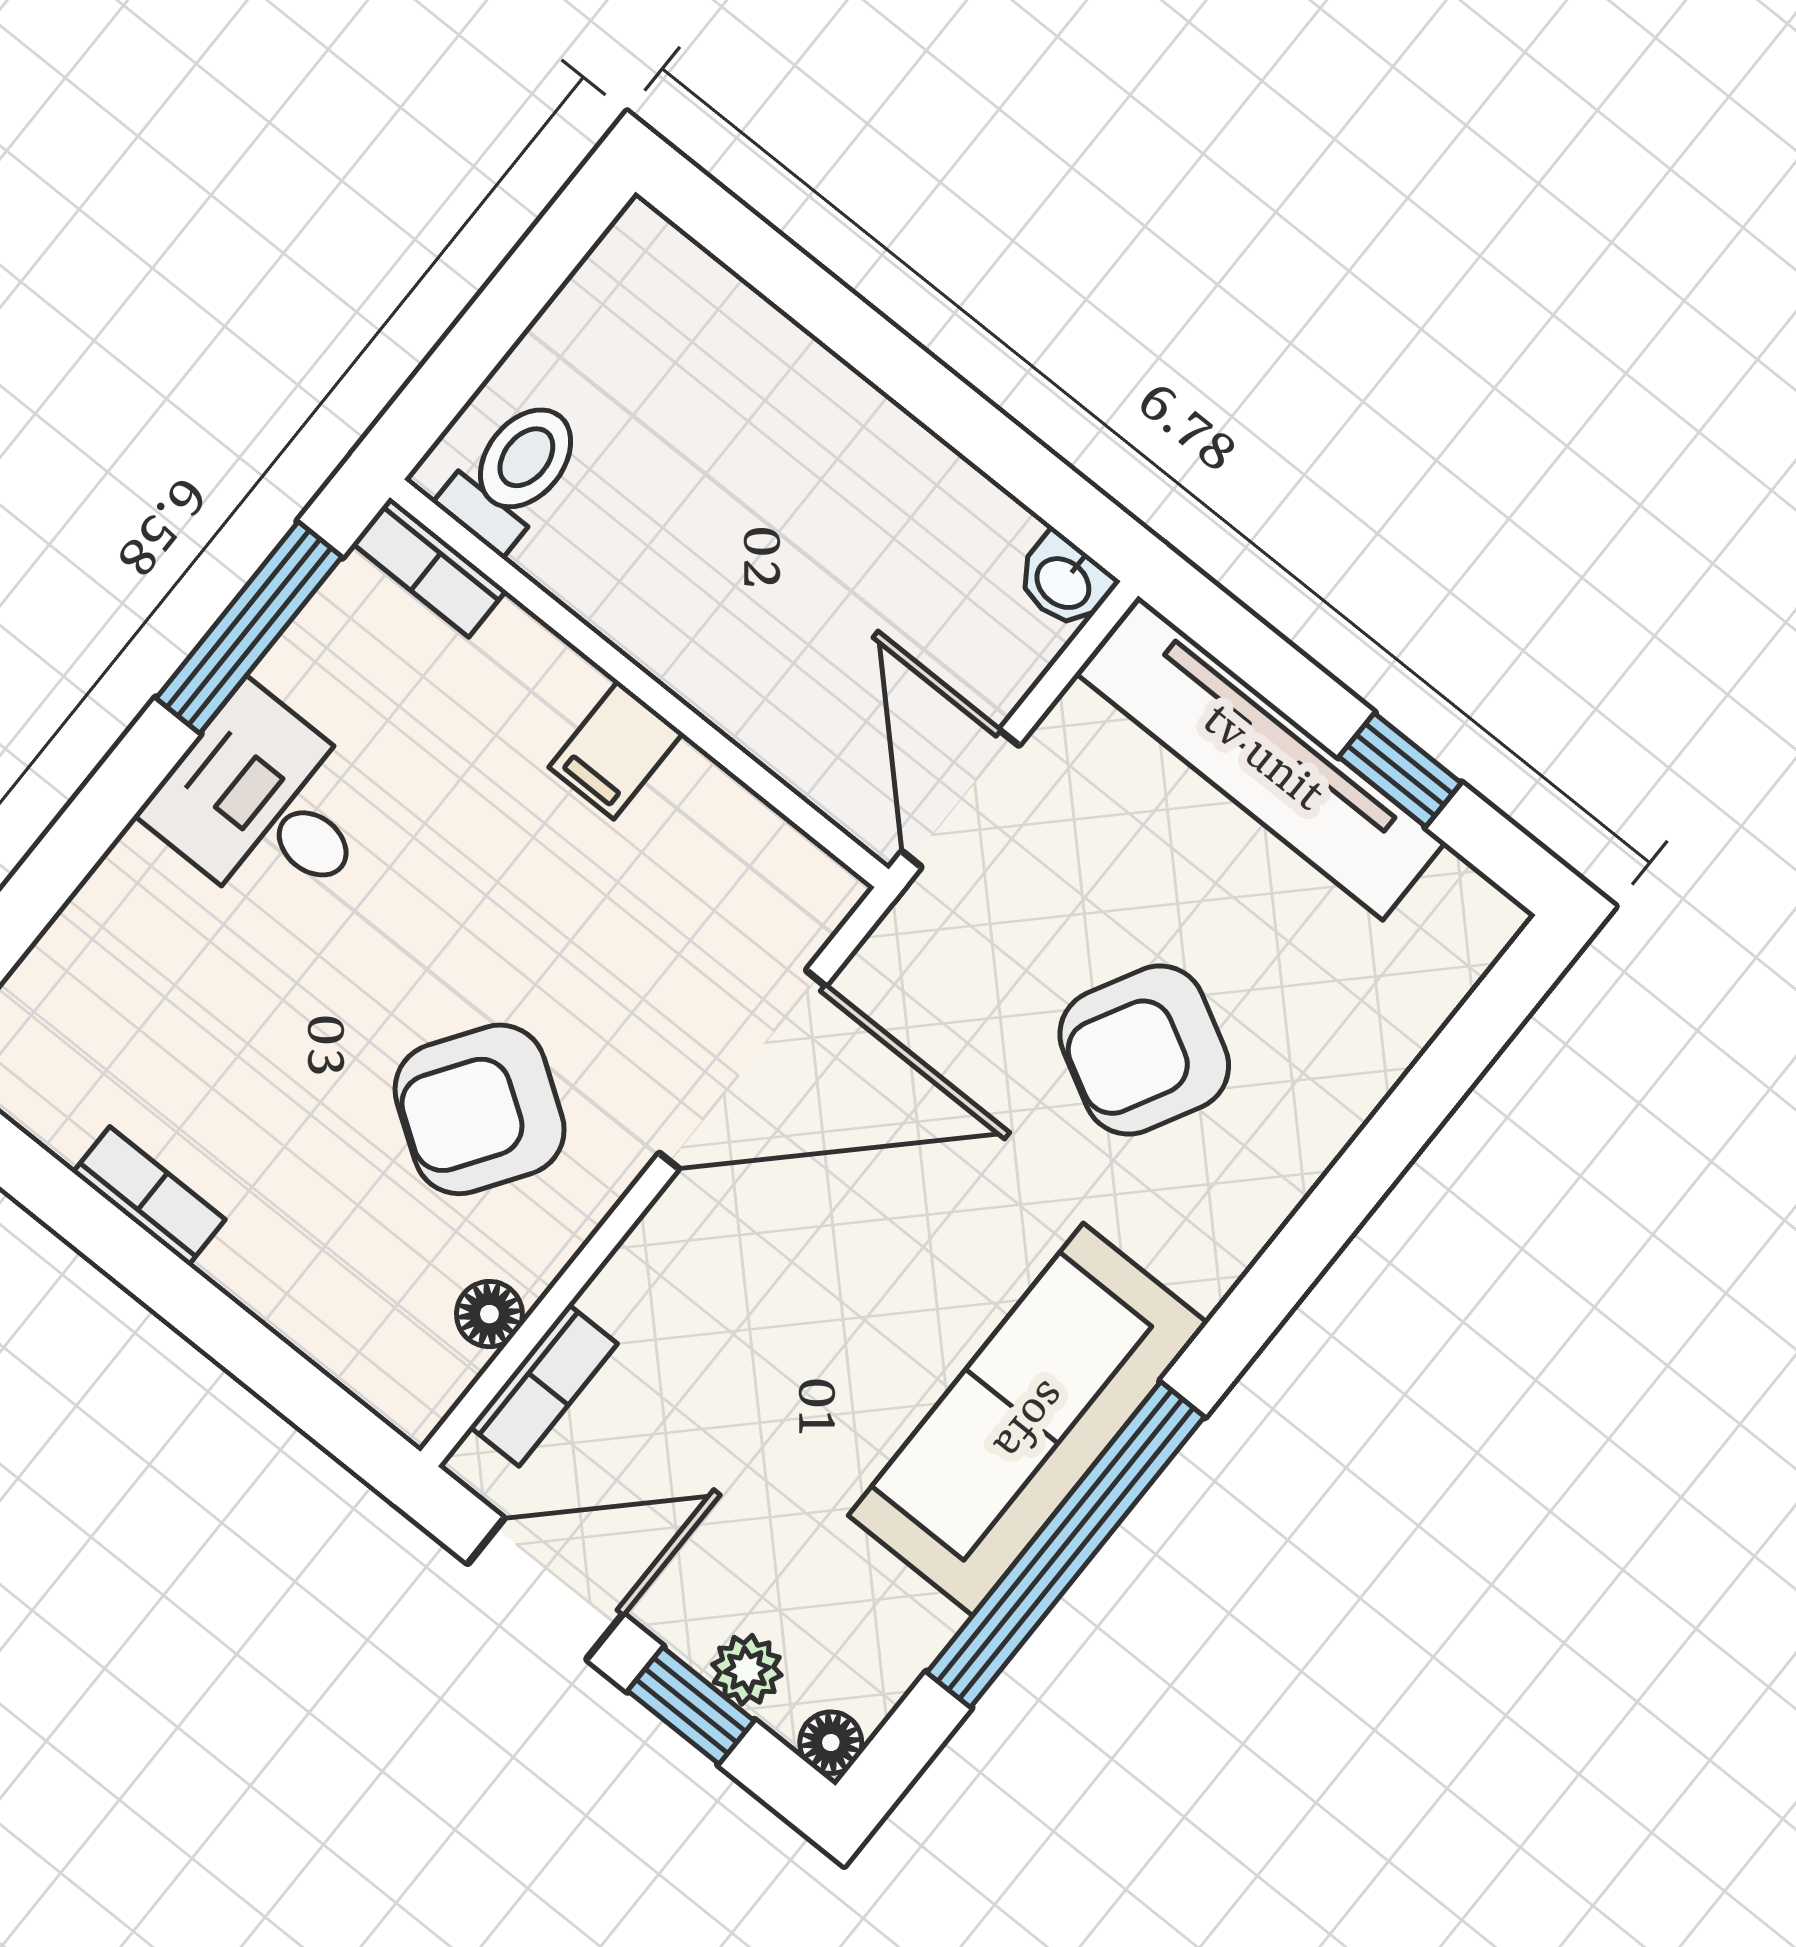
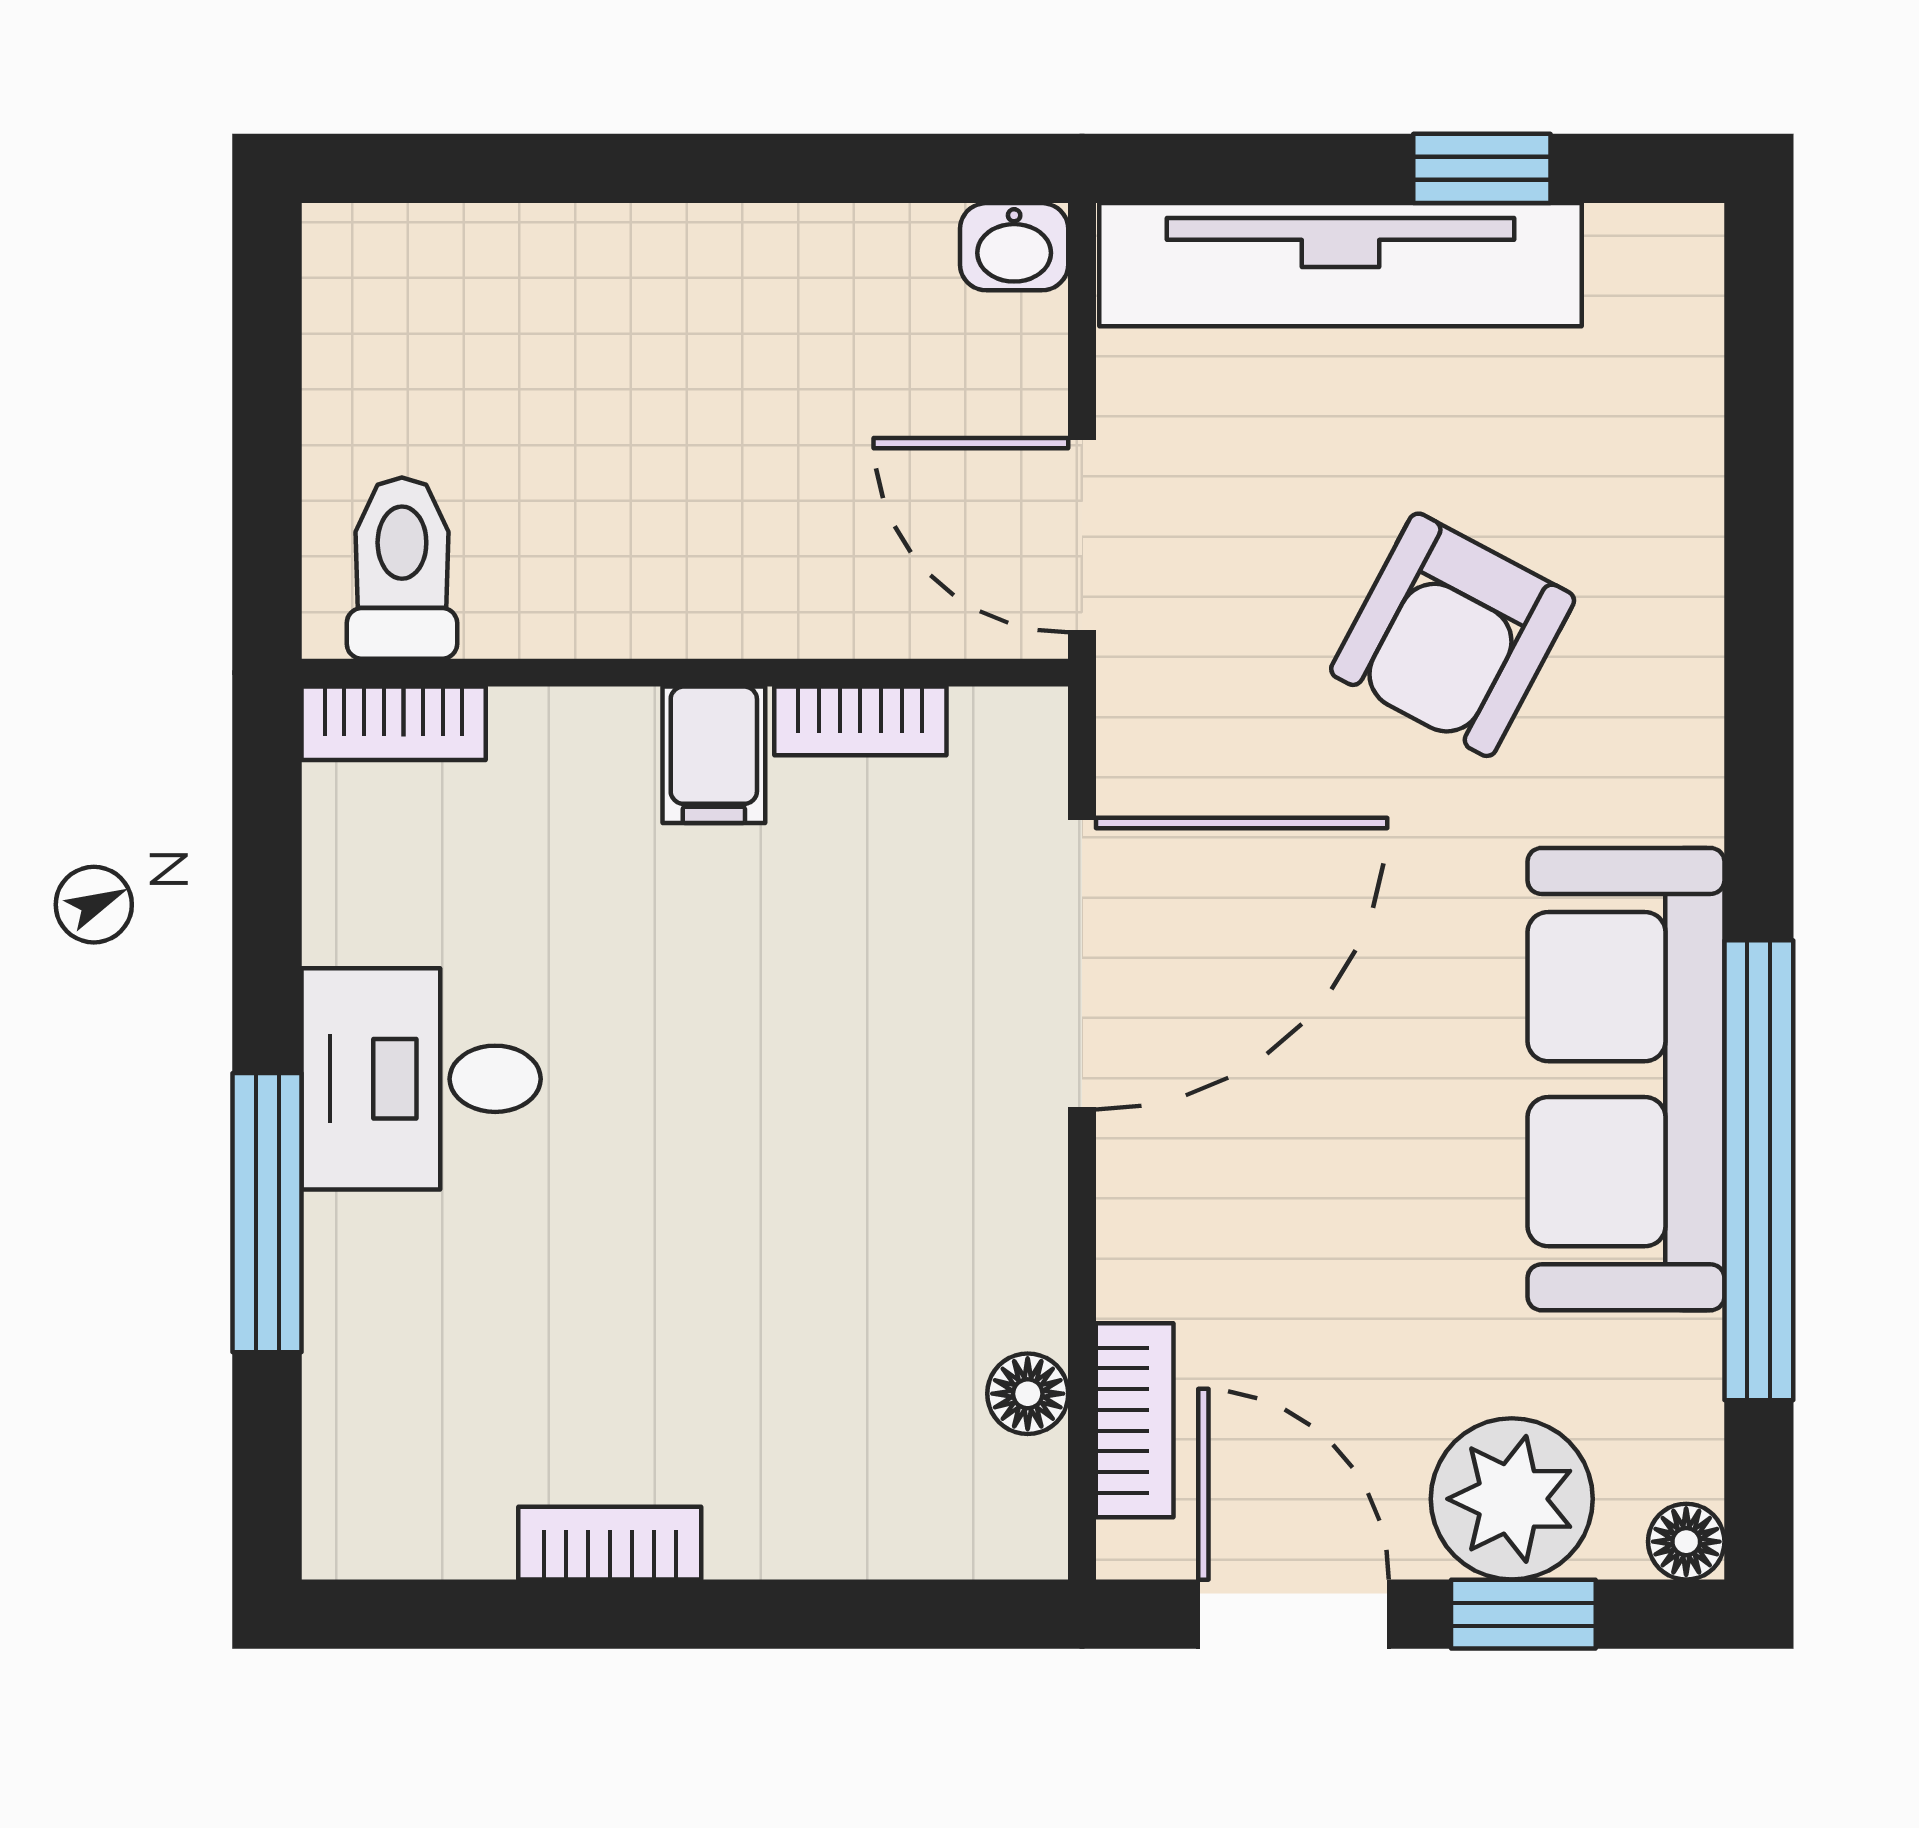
window: (249, 627) -> (267, 1213), moved
bookcase: (726, 803) -> (860, 721), added
armchair: (480, 1109) -> (860, 1205), removed
door: (545, 1589) -> (1294, 1614), hinge flipped
plant: (747, 1670) -> (1512, 1499), width x1.88, depth x1.88

